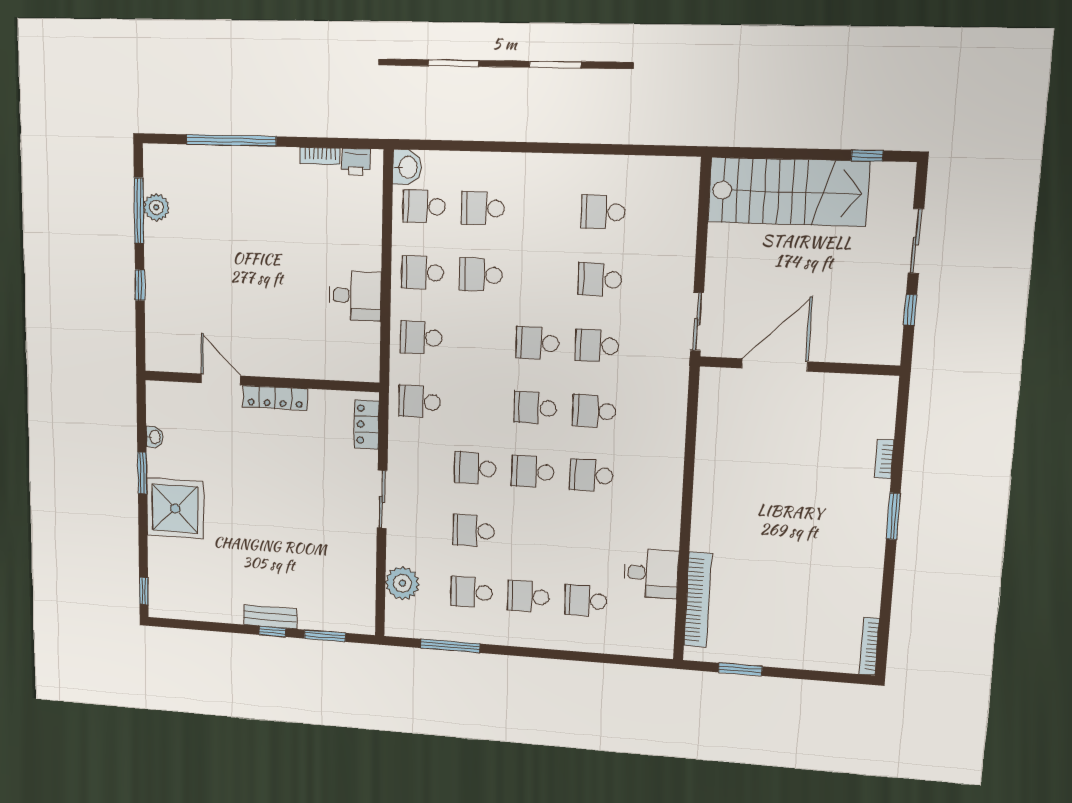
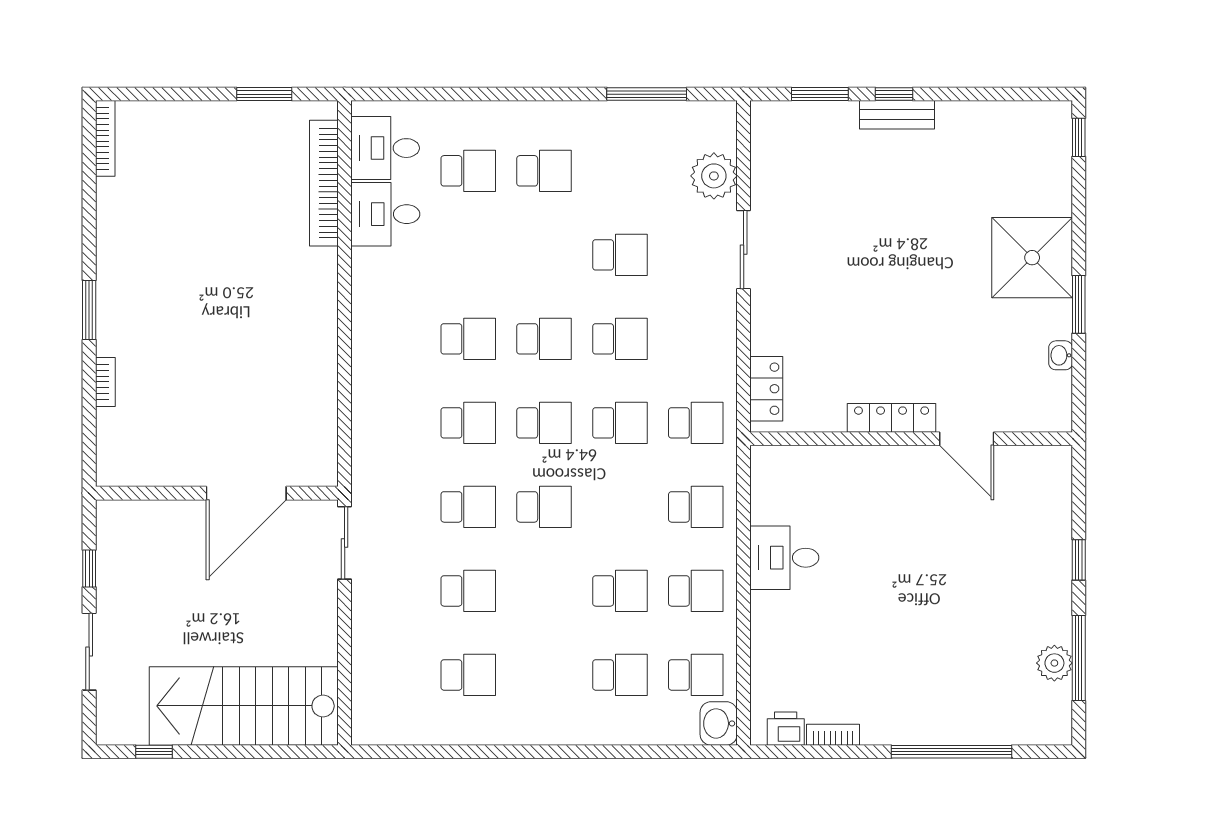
sliding door: (382, 499) -> (744, 250), moved
school desk: (472, 592) -> (620, 423), moved
desk: (649, 622) -> (385, 148), added

